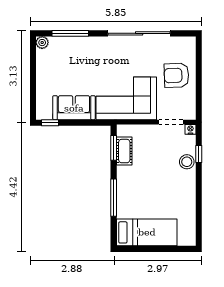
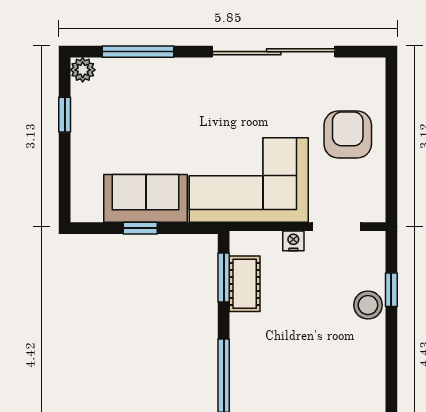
window: (33, 65) -> (65, 115), added
armchair: (177, 75) -> (348, 135), turned 92
window: (50, 123) -> (140, 228), moved
nightstand: (190, 129) -> (293, 241), moved

